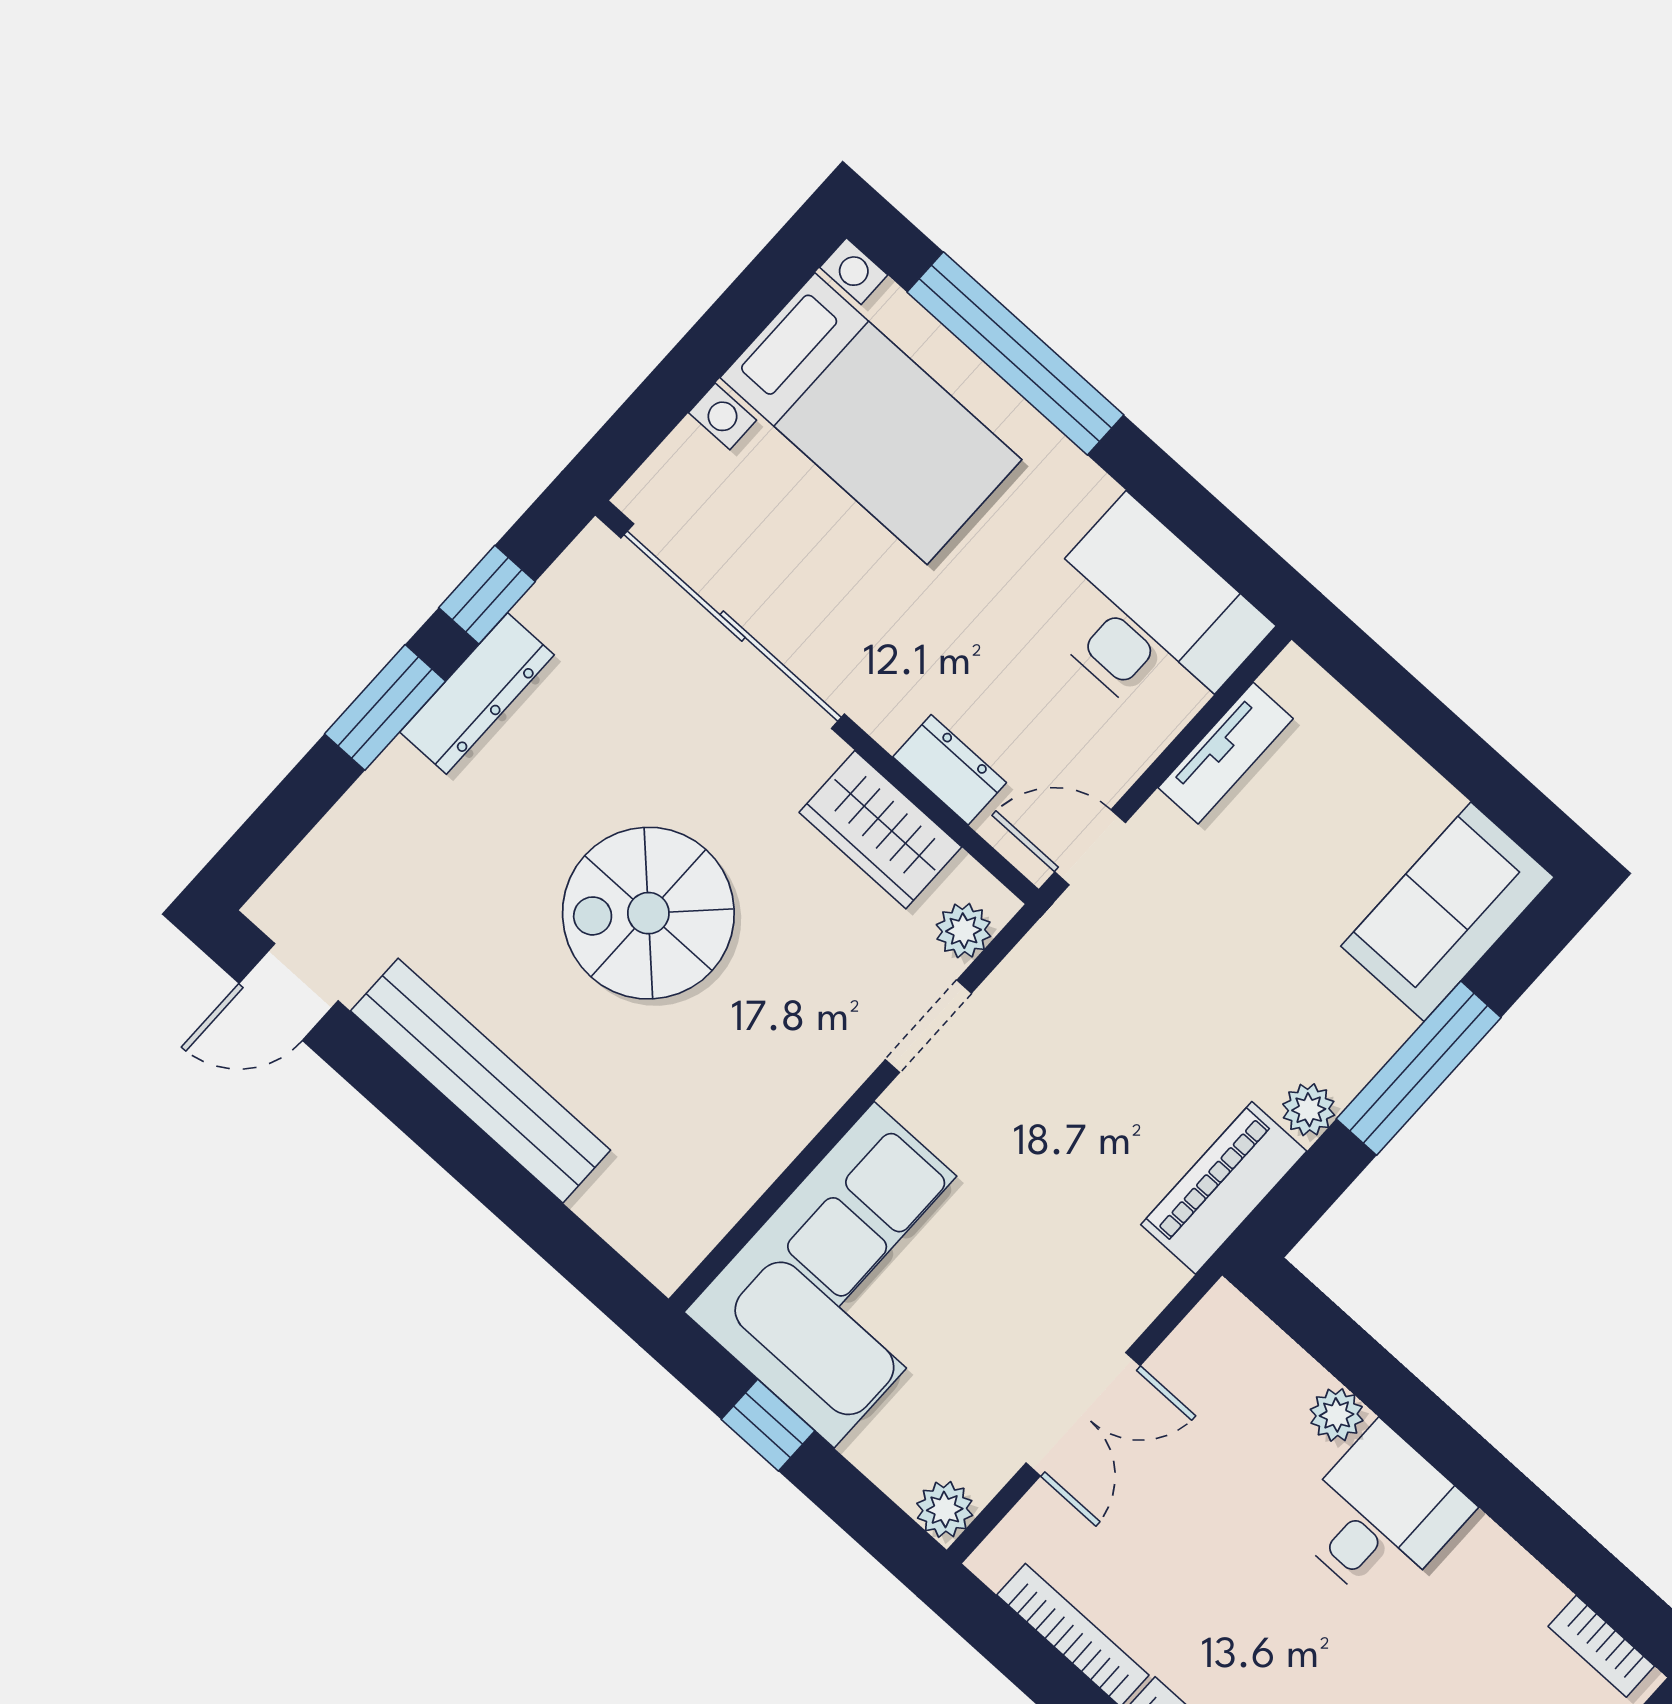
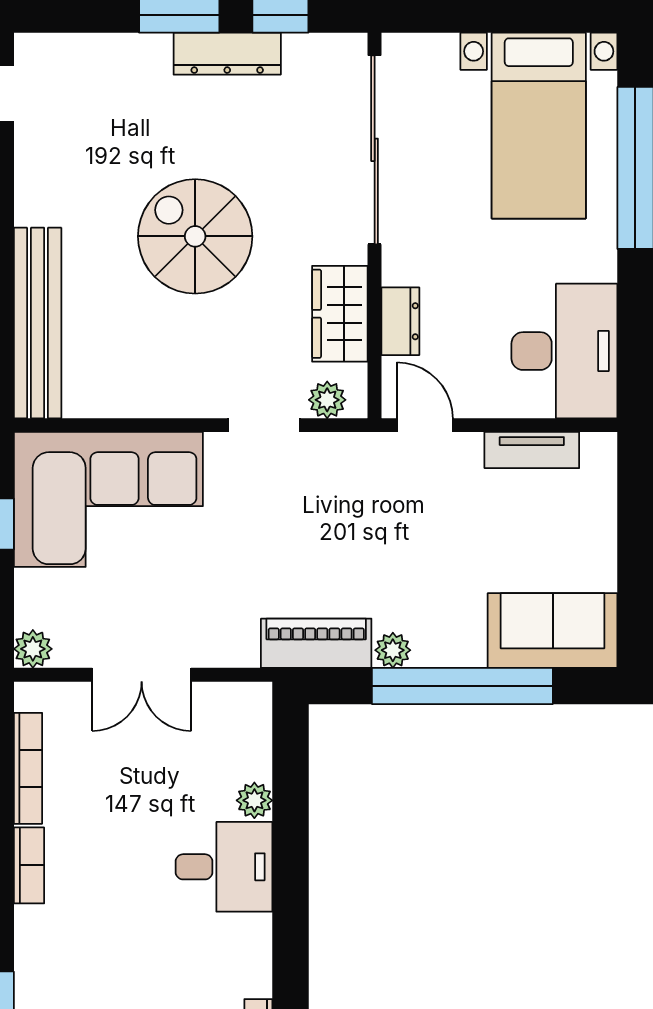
window: (1419, 1068) -> (462, 686), width x1.46
bench: (481, 1081) -> (38, 323), moved

